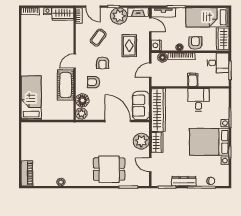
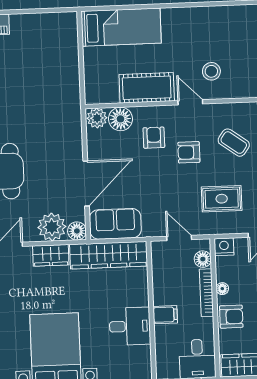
stool: (58, 48) -> (211, 71), added
floor lamp: (144, 127) -> (77, 231), added

